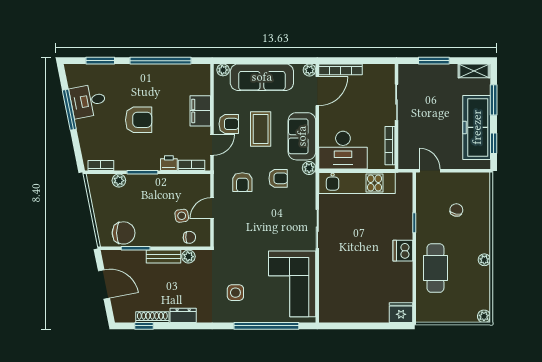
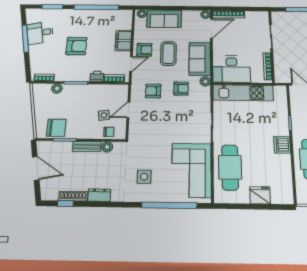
sofa: (262, 77) -> (164, 19), width x0.73
armchair: (242, 182) -> (153, 91), turned 90
cafe table: (339, 280) -> (230, 167), added
fridge: (401, 313) -> (260, 195), moved

